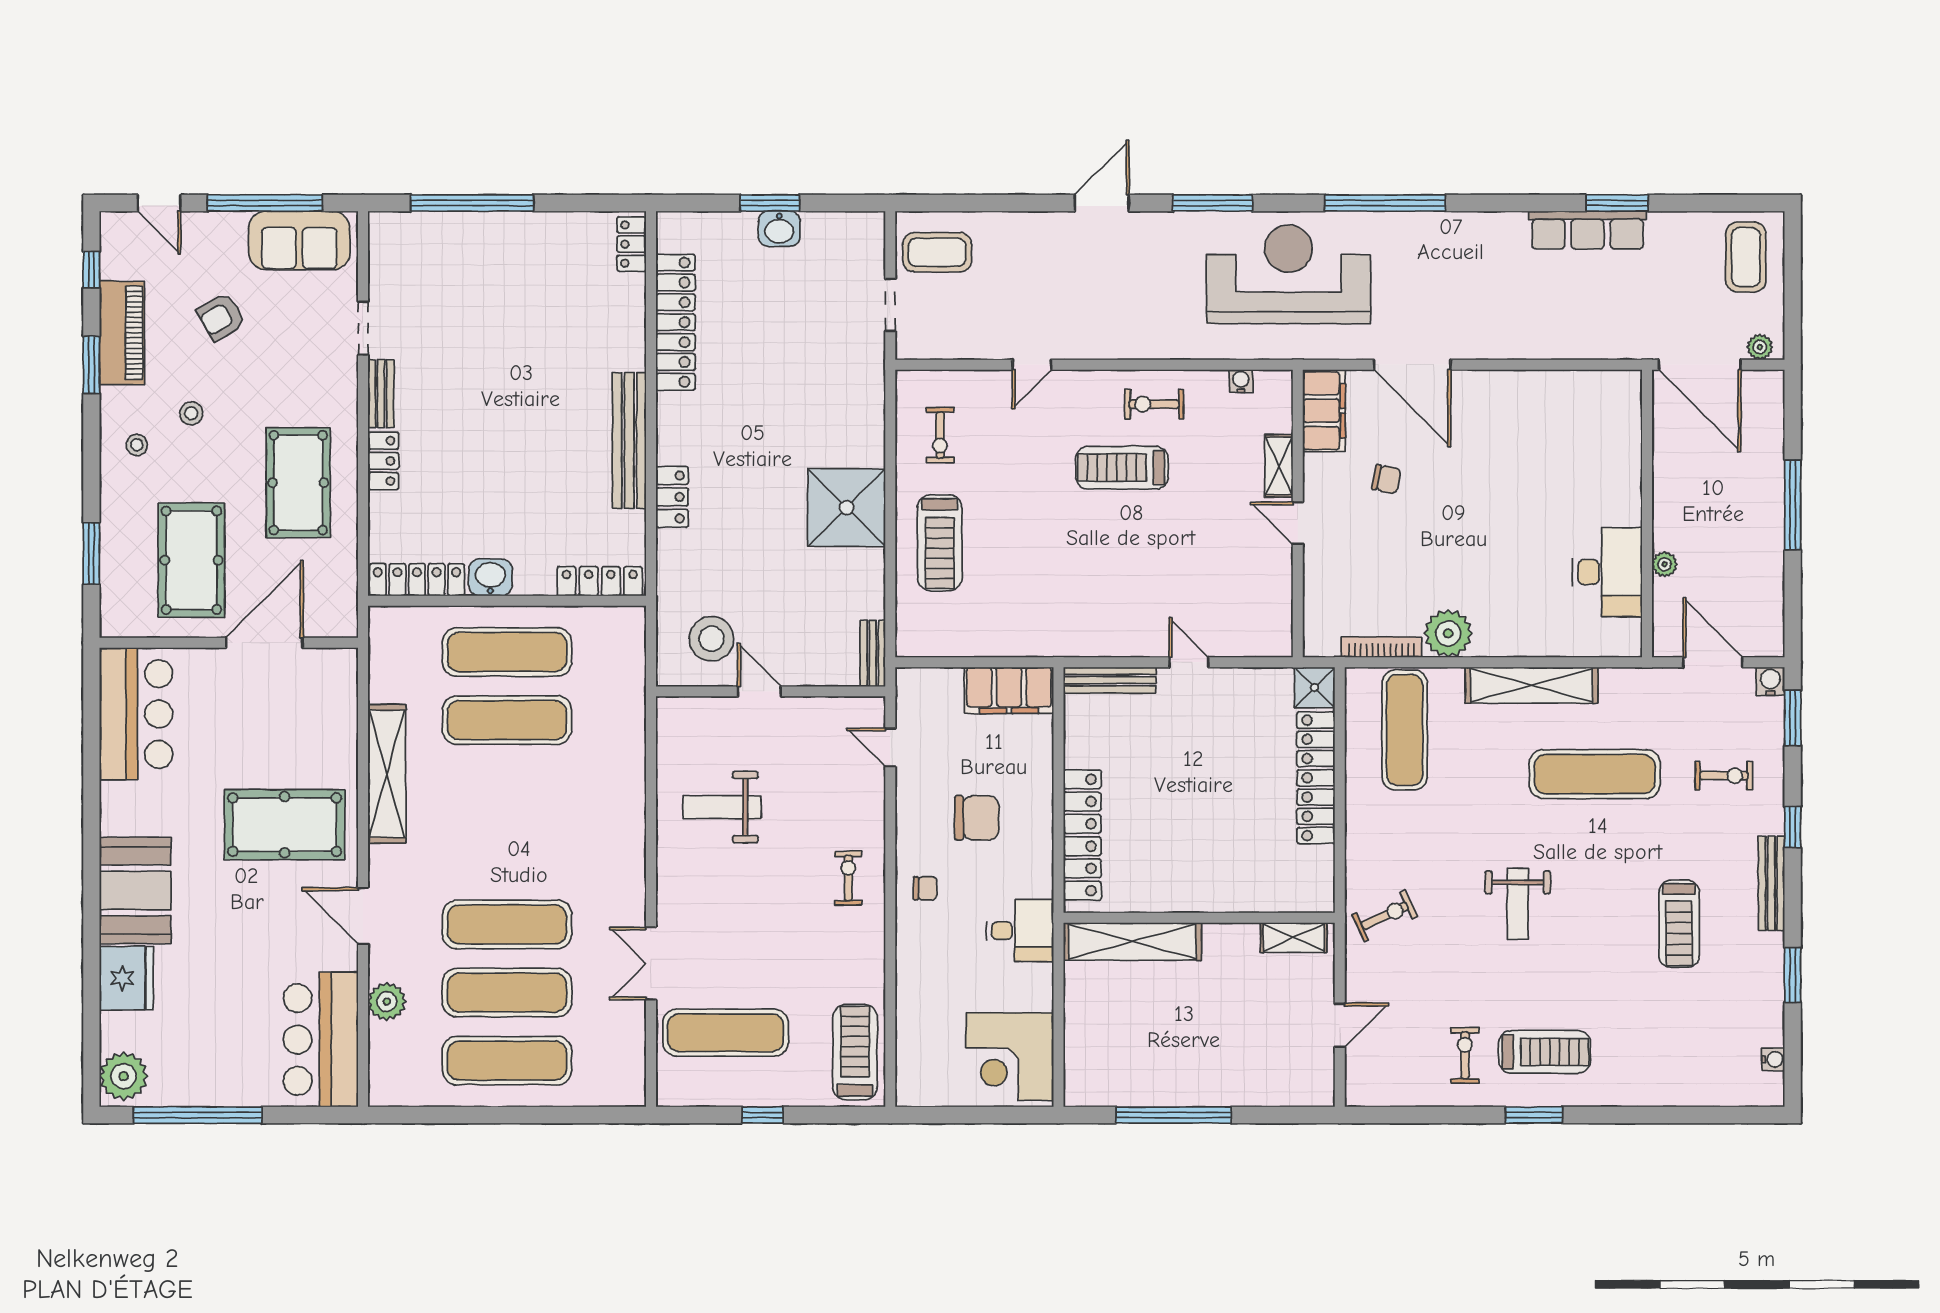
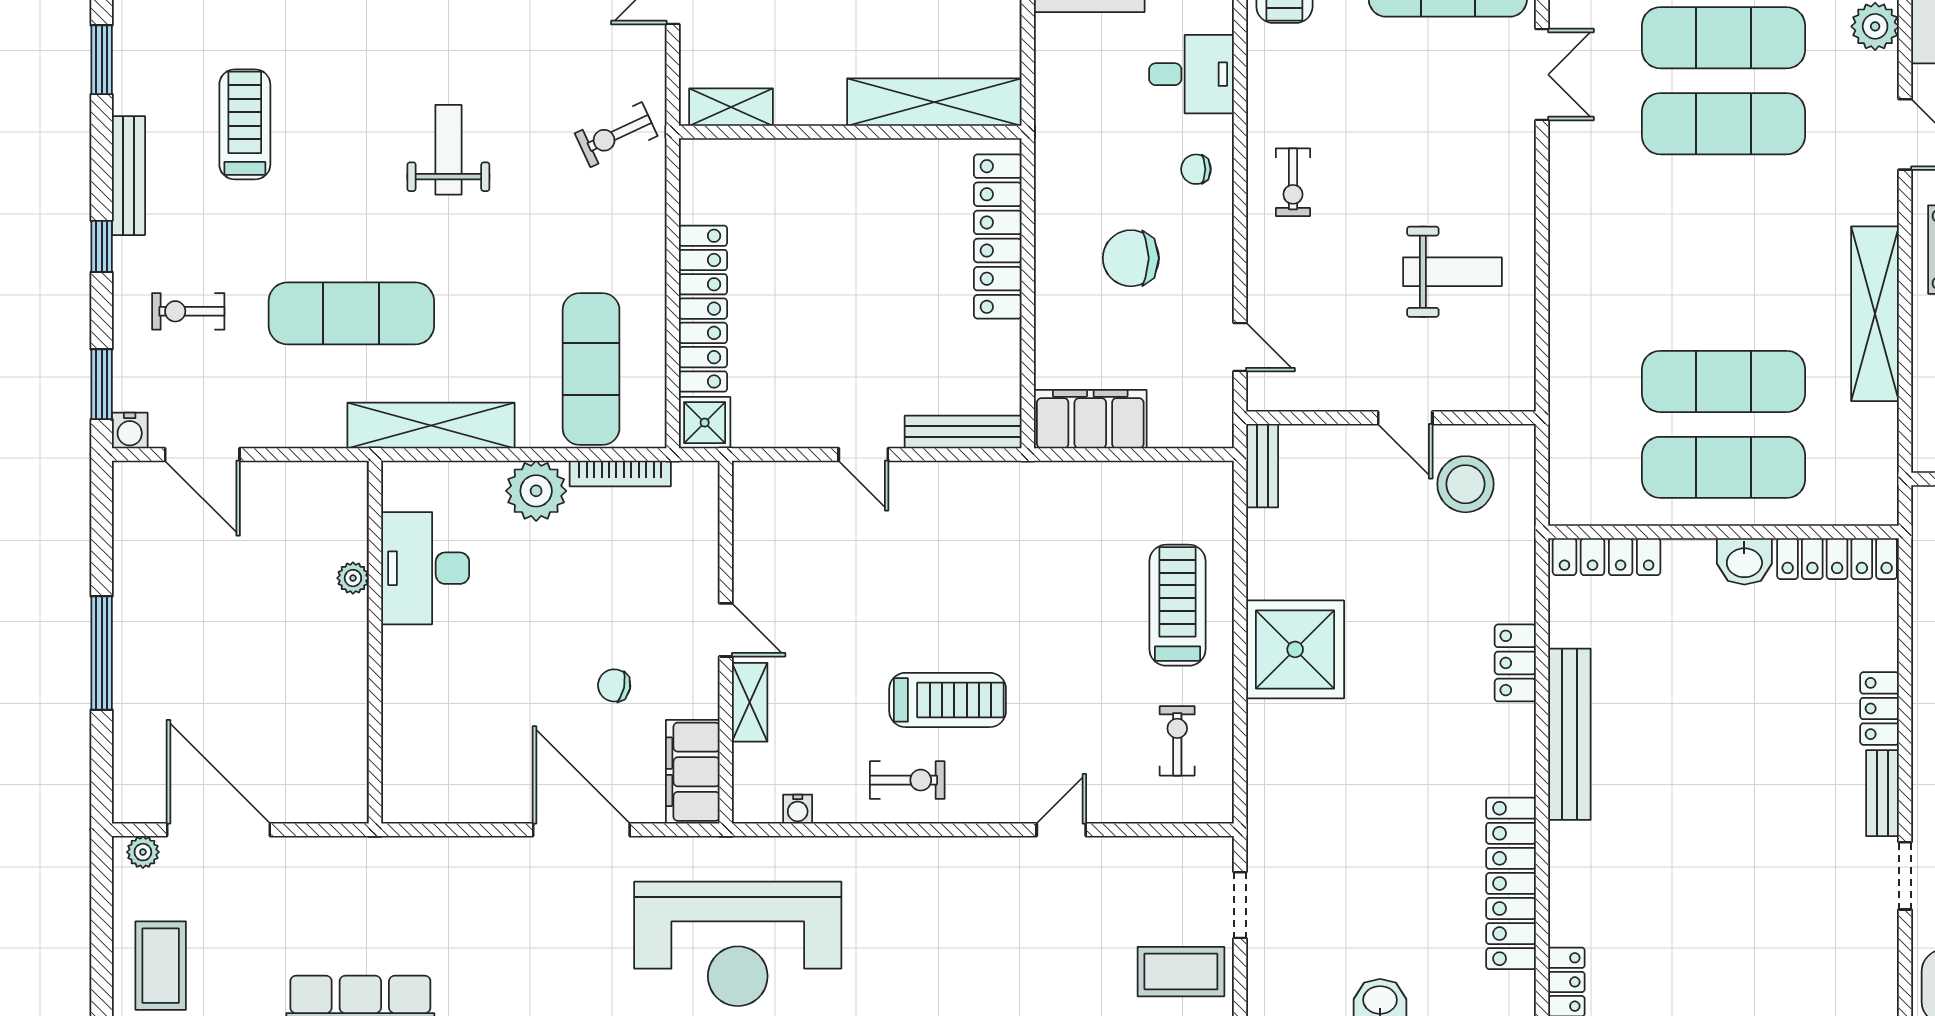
wall: (1647, 513) -> (375, 642), moved
plant: (1665, 564) -> (353, 578), moved
desk: (1607, 572) -> (425, 568), moved
desk: (1020, 931) -> (1192, 74), moved, turned 180

